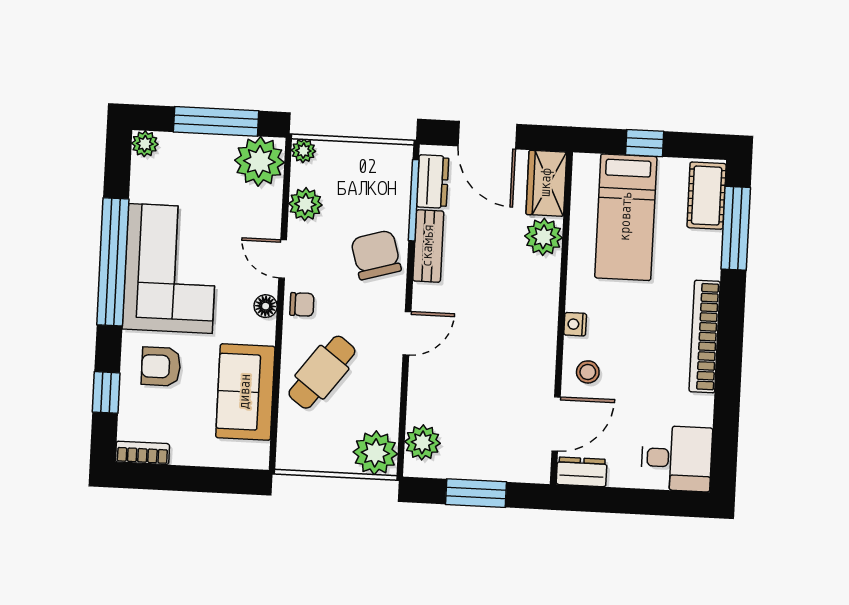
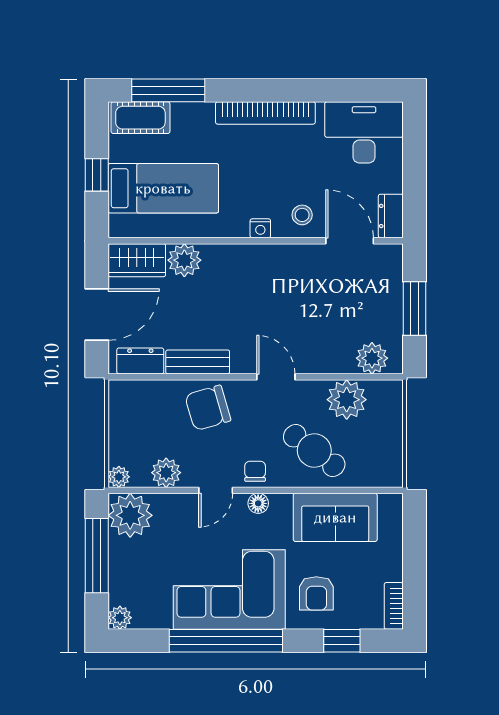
window: (414, 200) -> (158, 377), removed
plant: (375, 453) -> (347, 400), moved
desk: (677, 458) -> (364, 132), width x1.37

